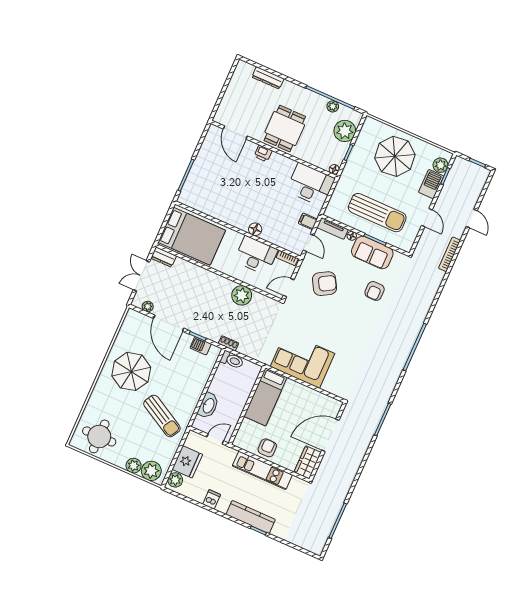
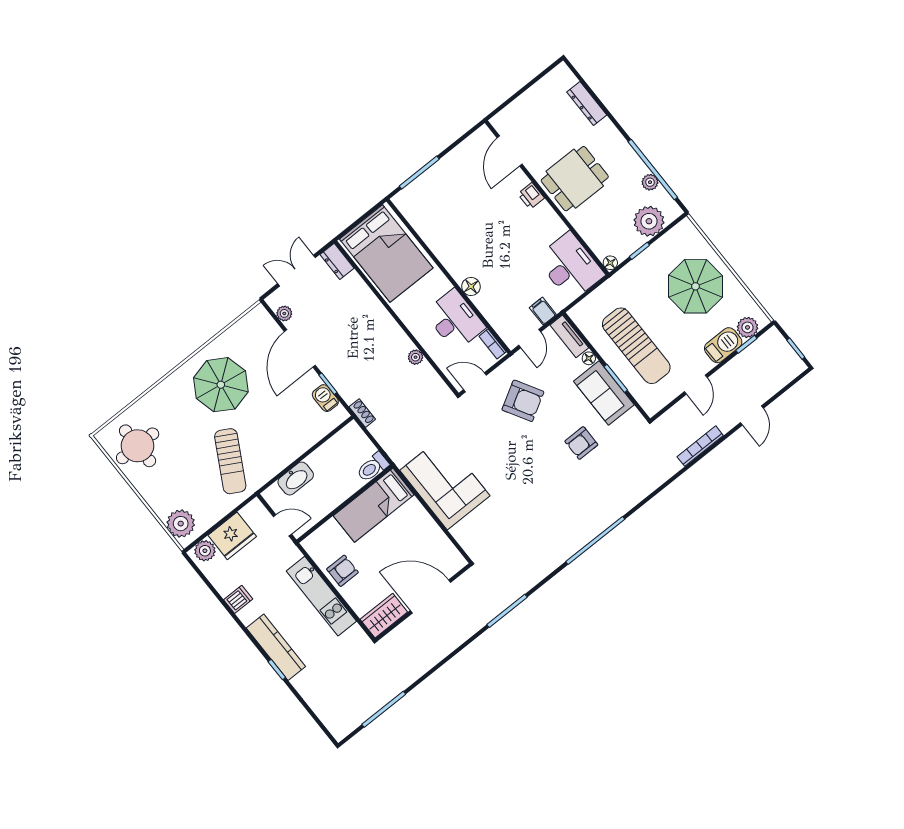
plant: (242, 295) -> (416, 357), width x0.53, depth x0.53
toilet: (232, 360) -> (373, 467), moved, turned 90
plant: (134, 466) -> (162, 505), removed

